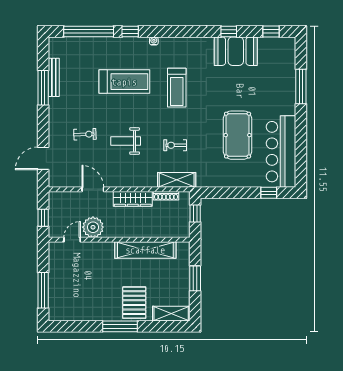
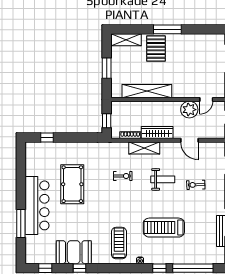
treadmill: (177, 88) -> (119, 243), moved
bar counter: (281, 152) -> (37, 205), moved
shelving: (177, 180) -> (144, 148), moved

